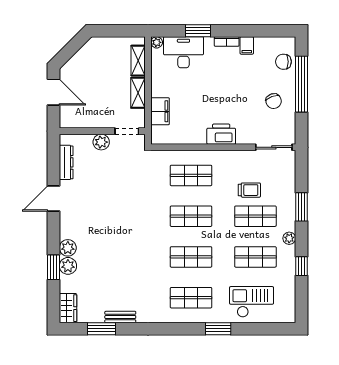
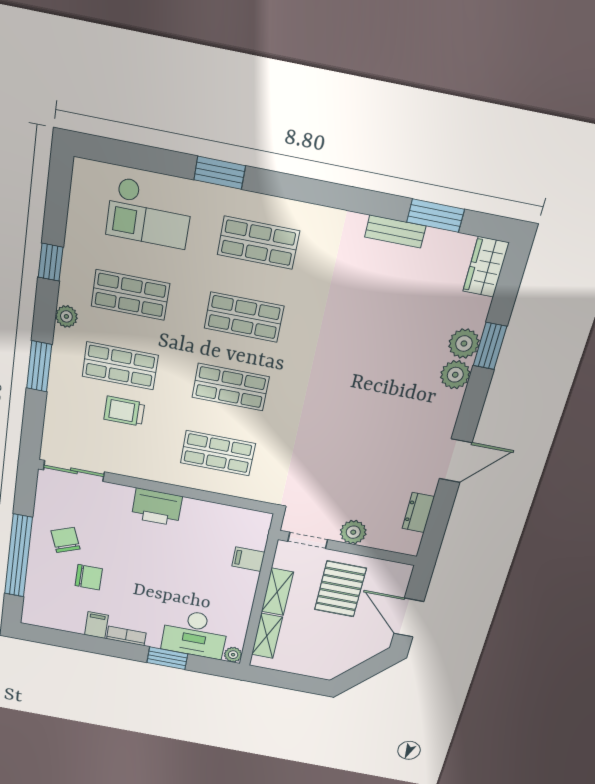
chair: (283, 62) -> (89, 577), moved
pallet: (100, 103) -> (340, 589), added
filing cabinet: (160, 111) -> (248, 559), width x0.50
dresser: (66, 162) -> (418, 513), width x0.70

